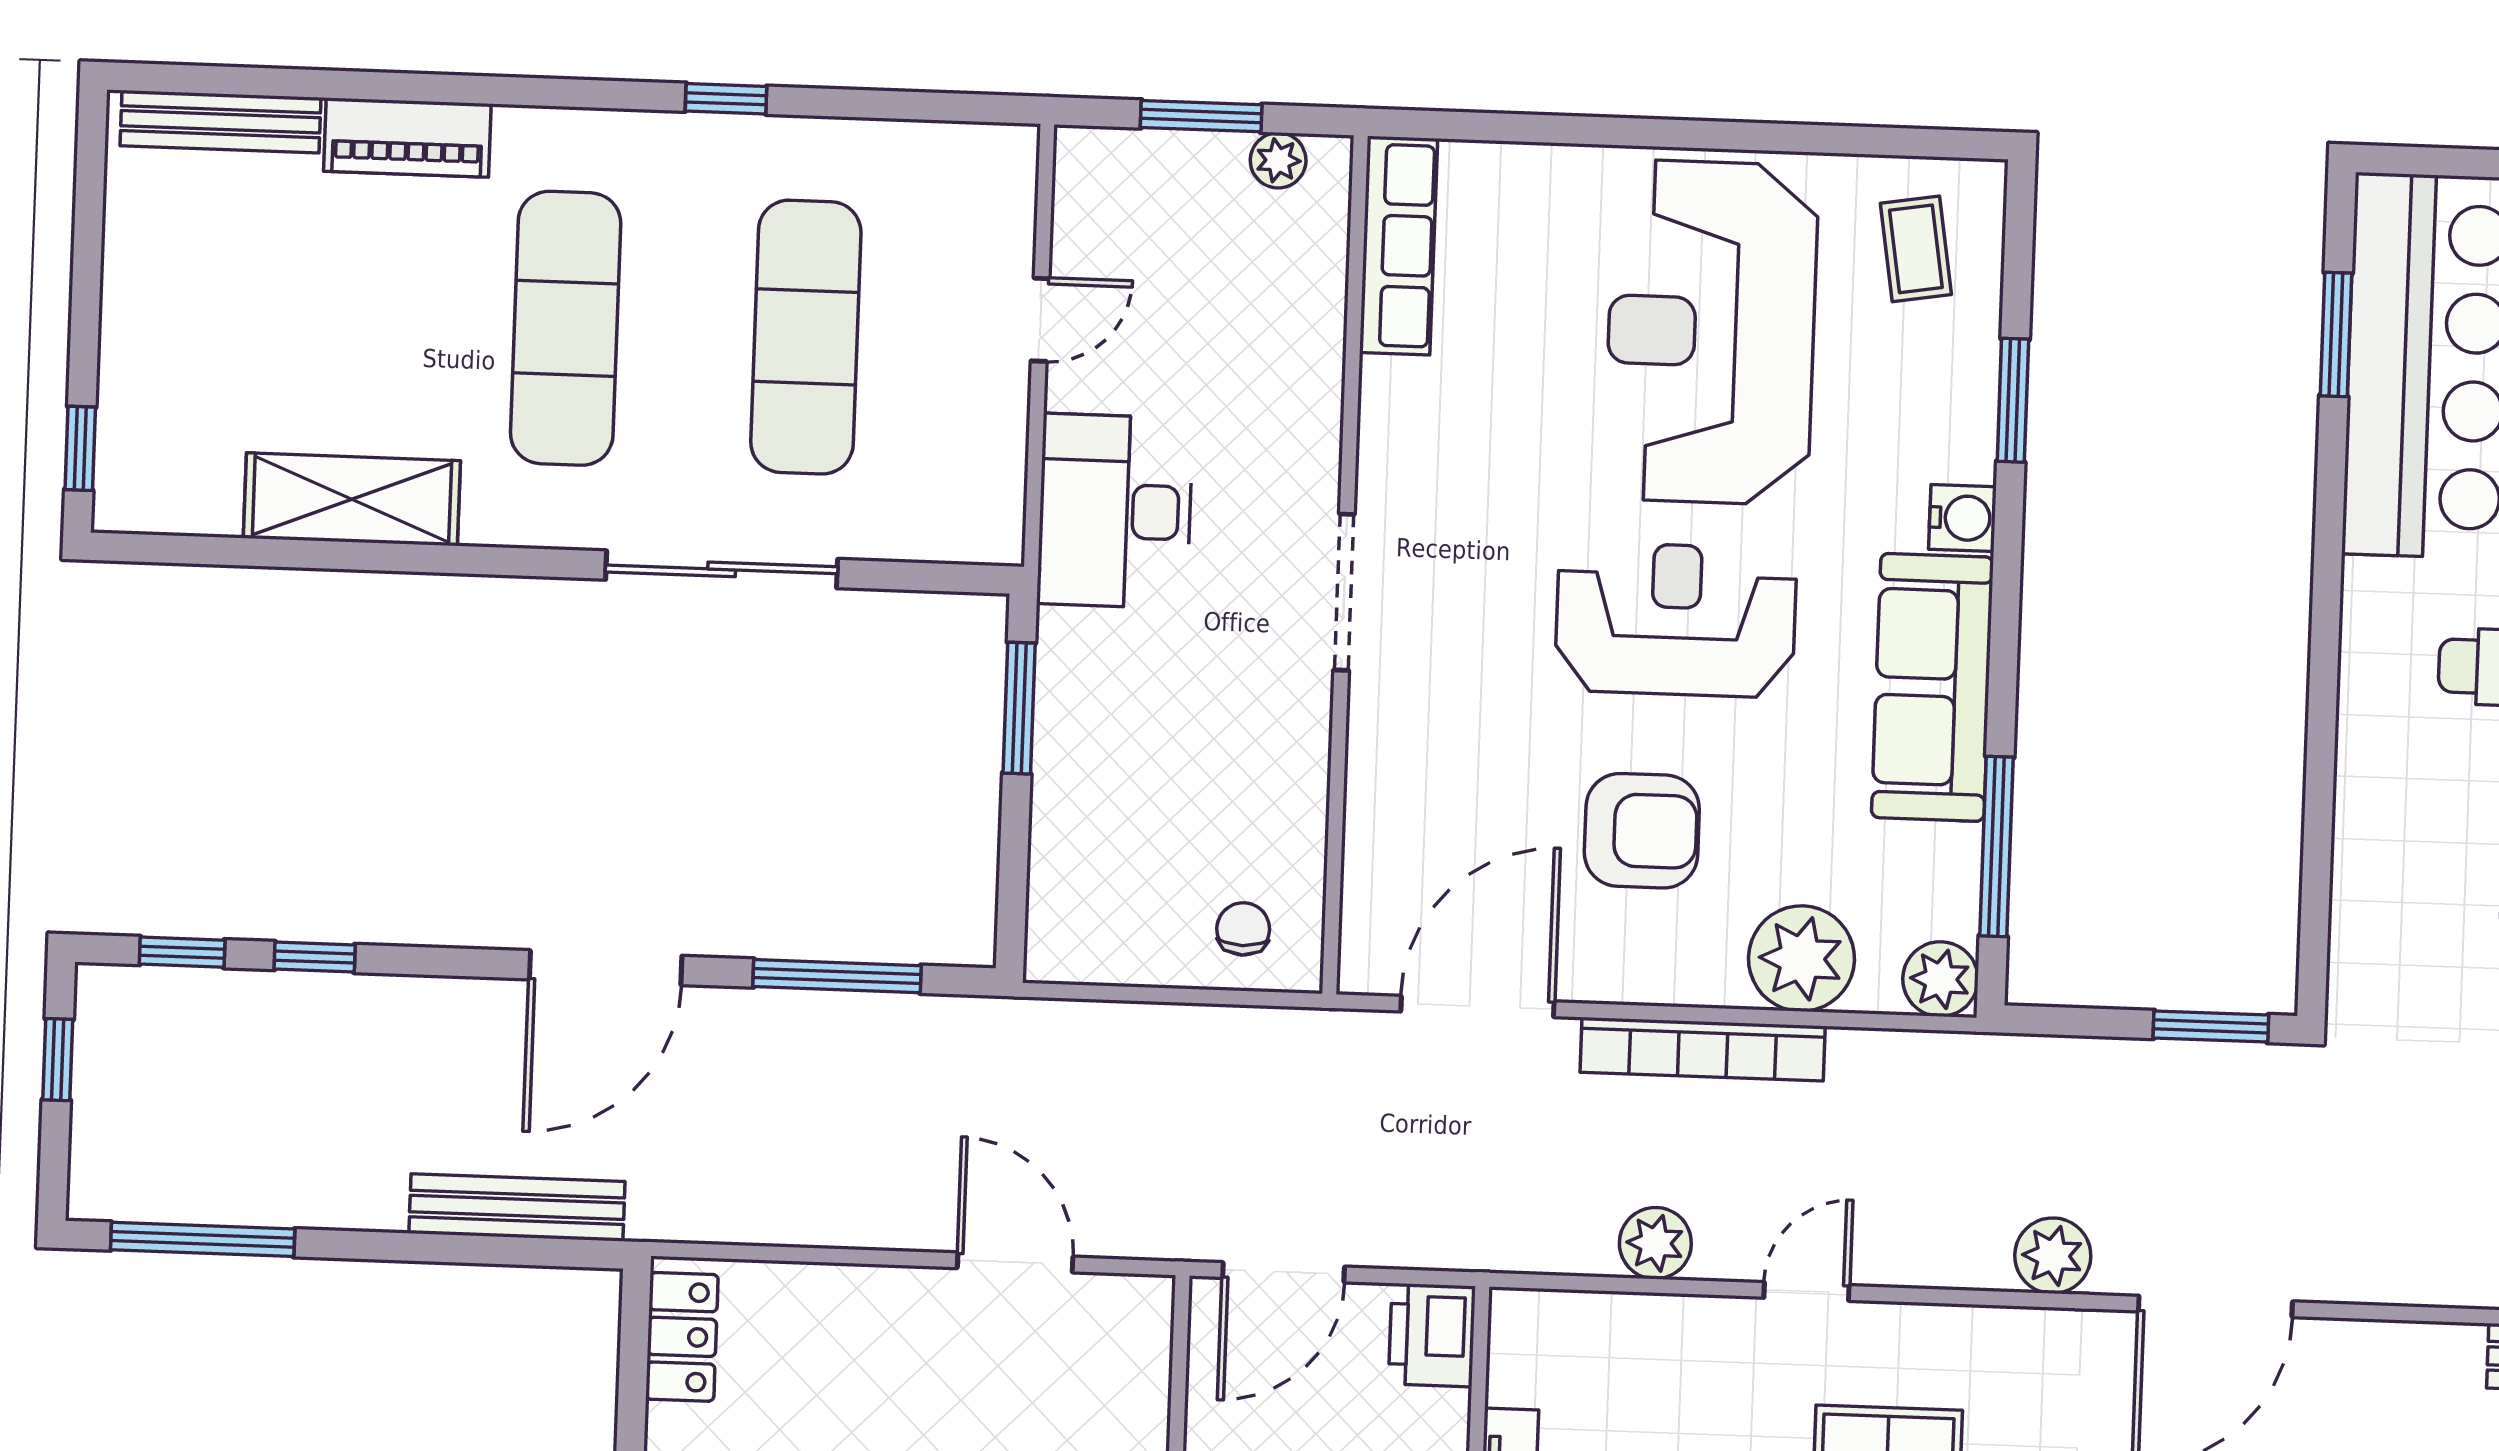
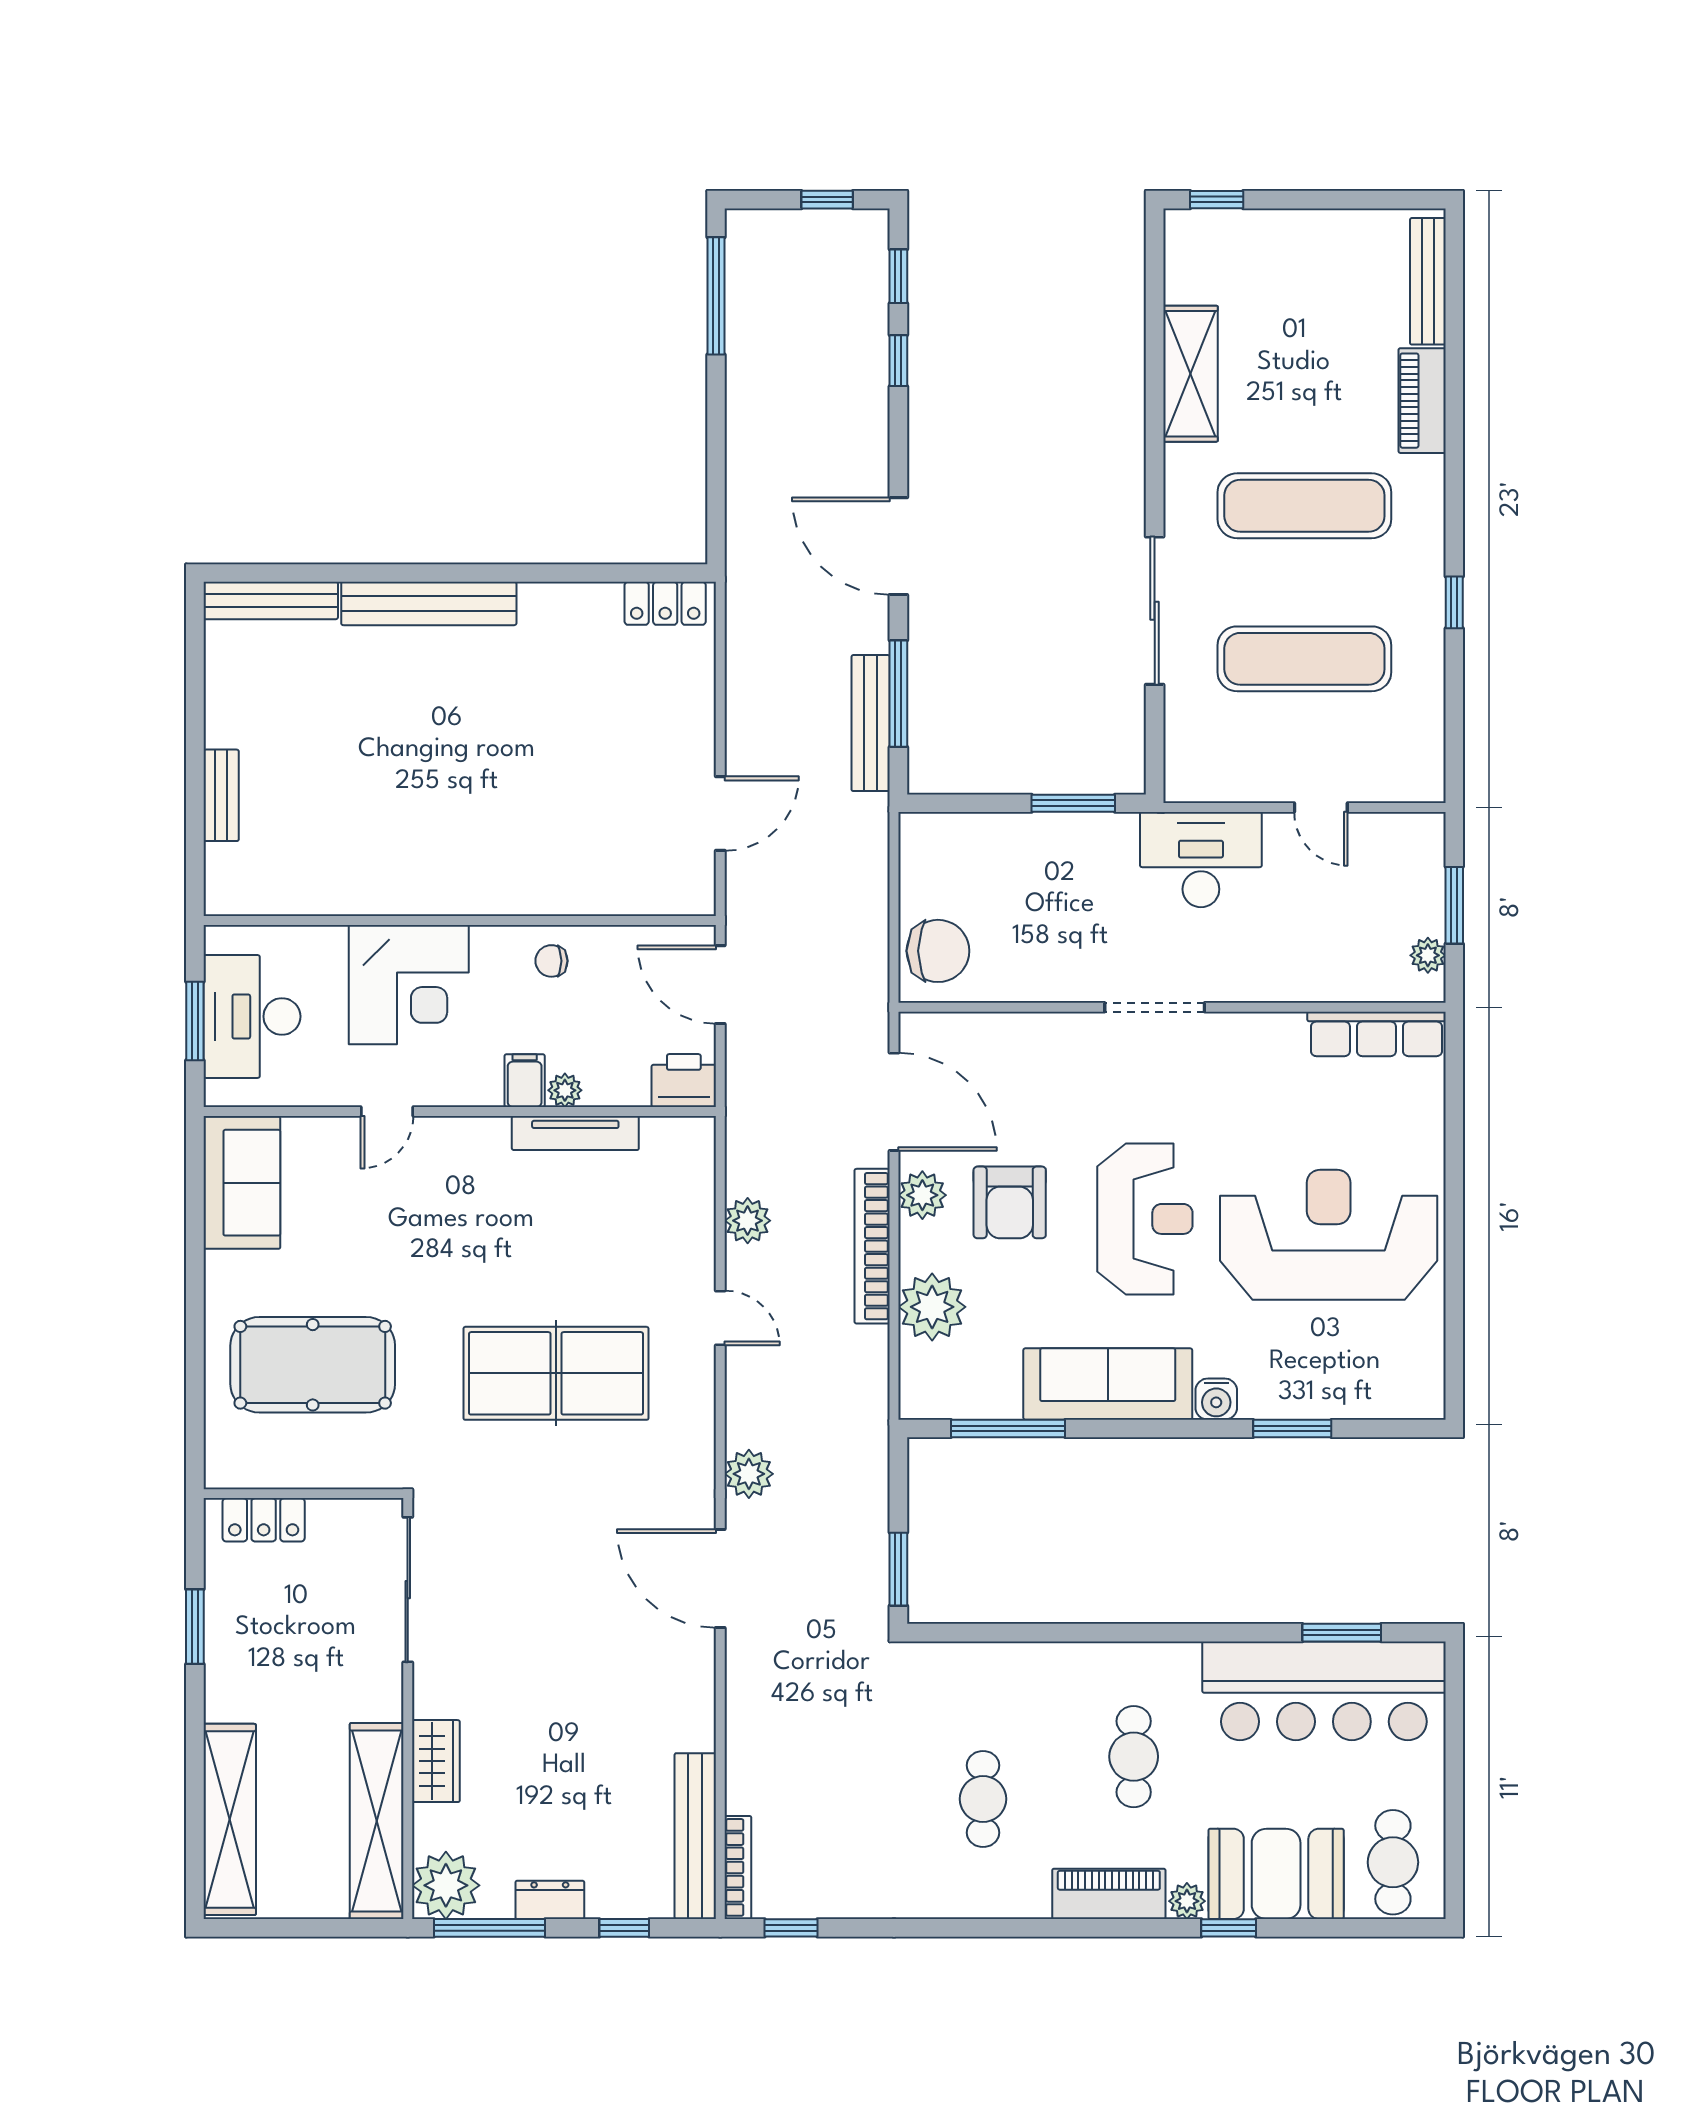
coffee table: (1916, 249) -> (1386, 1363), removed
chair: (1243, 929) -> (938, 951), width x1.87, depth x1.87
plant: (1940, 979) -> (922, 1195), moved
bench: (517, 1207) -> (871, 723), moved

